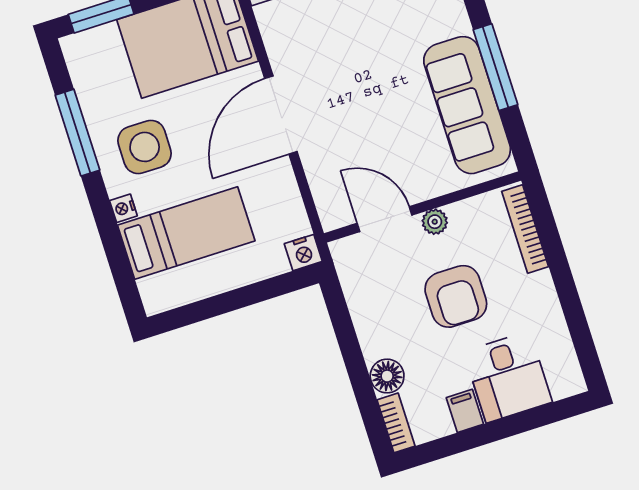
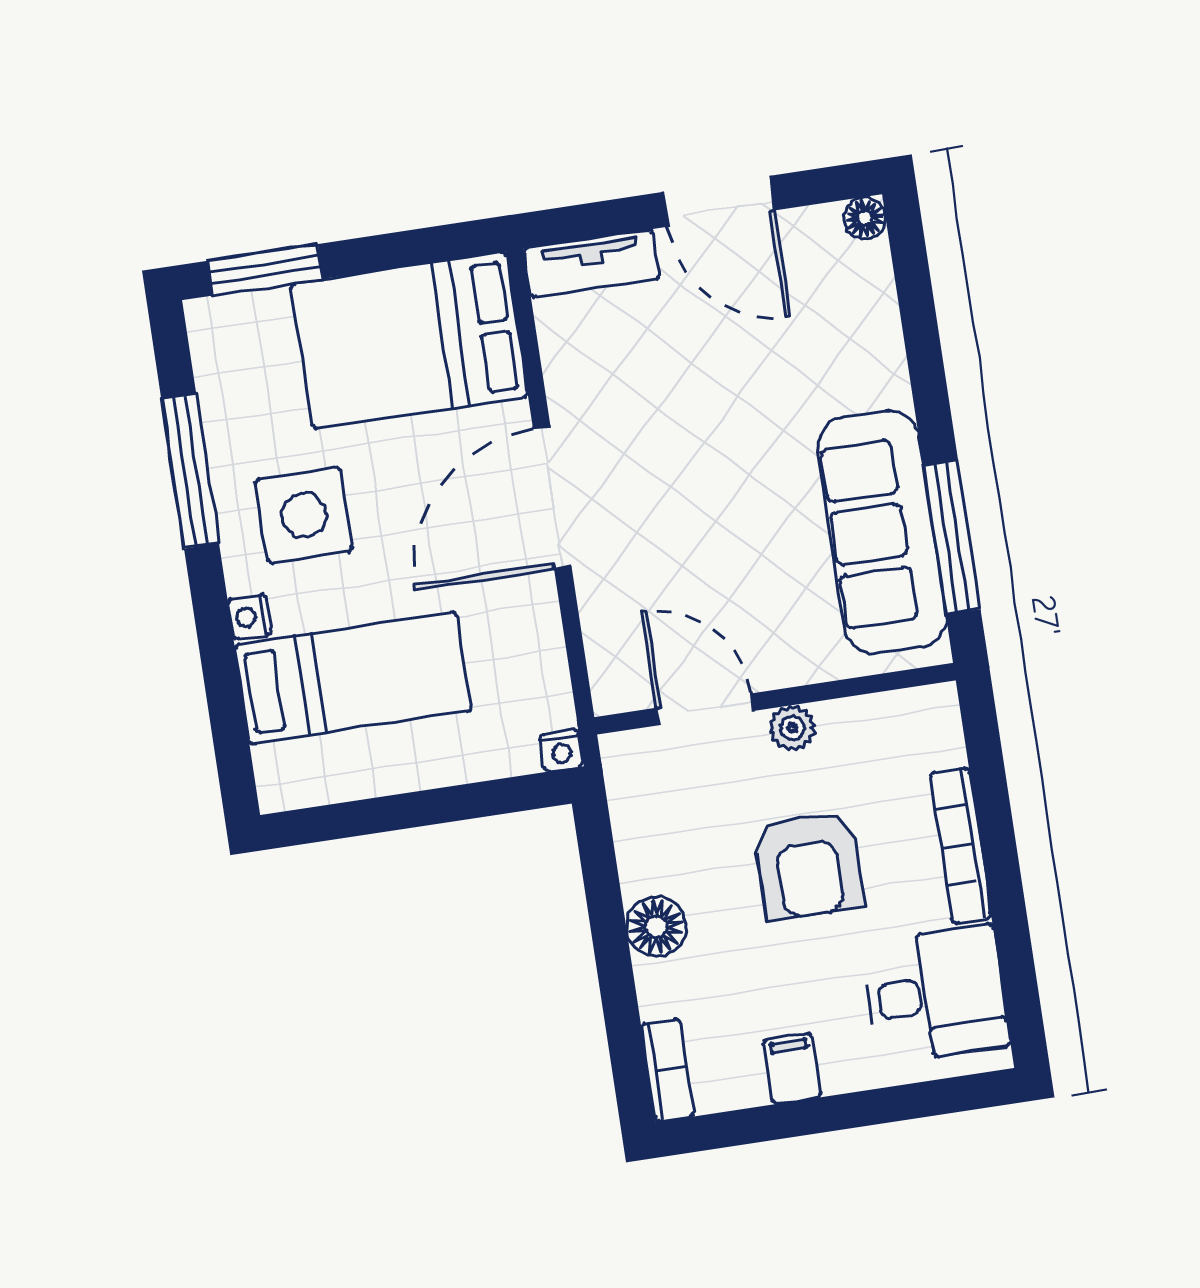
window: (495, 67) -> (952, 537), moved
bookcase: (525, 229) -> (961, 845), moved
nightstand: (303, 253) -> (562, 751), width x0.72, depth x0.74
floor lamp: (387, 376) -> (656, 927), moved
desk: (508, 377) -> (936, 994), moved, turned -90

